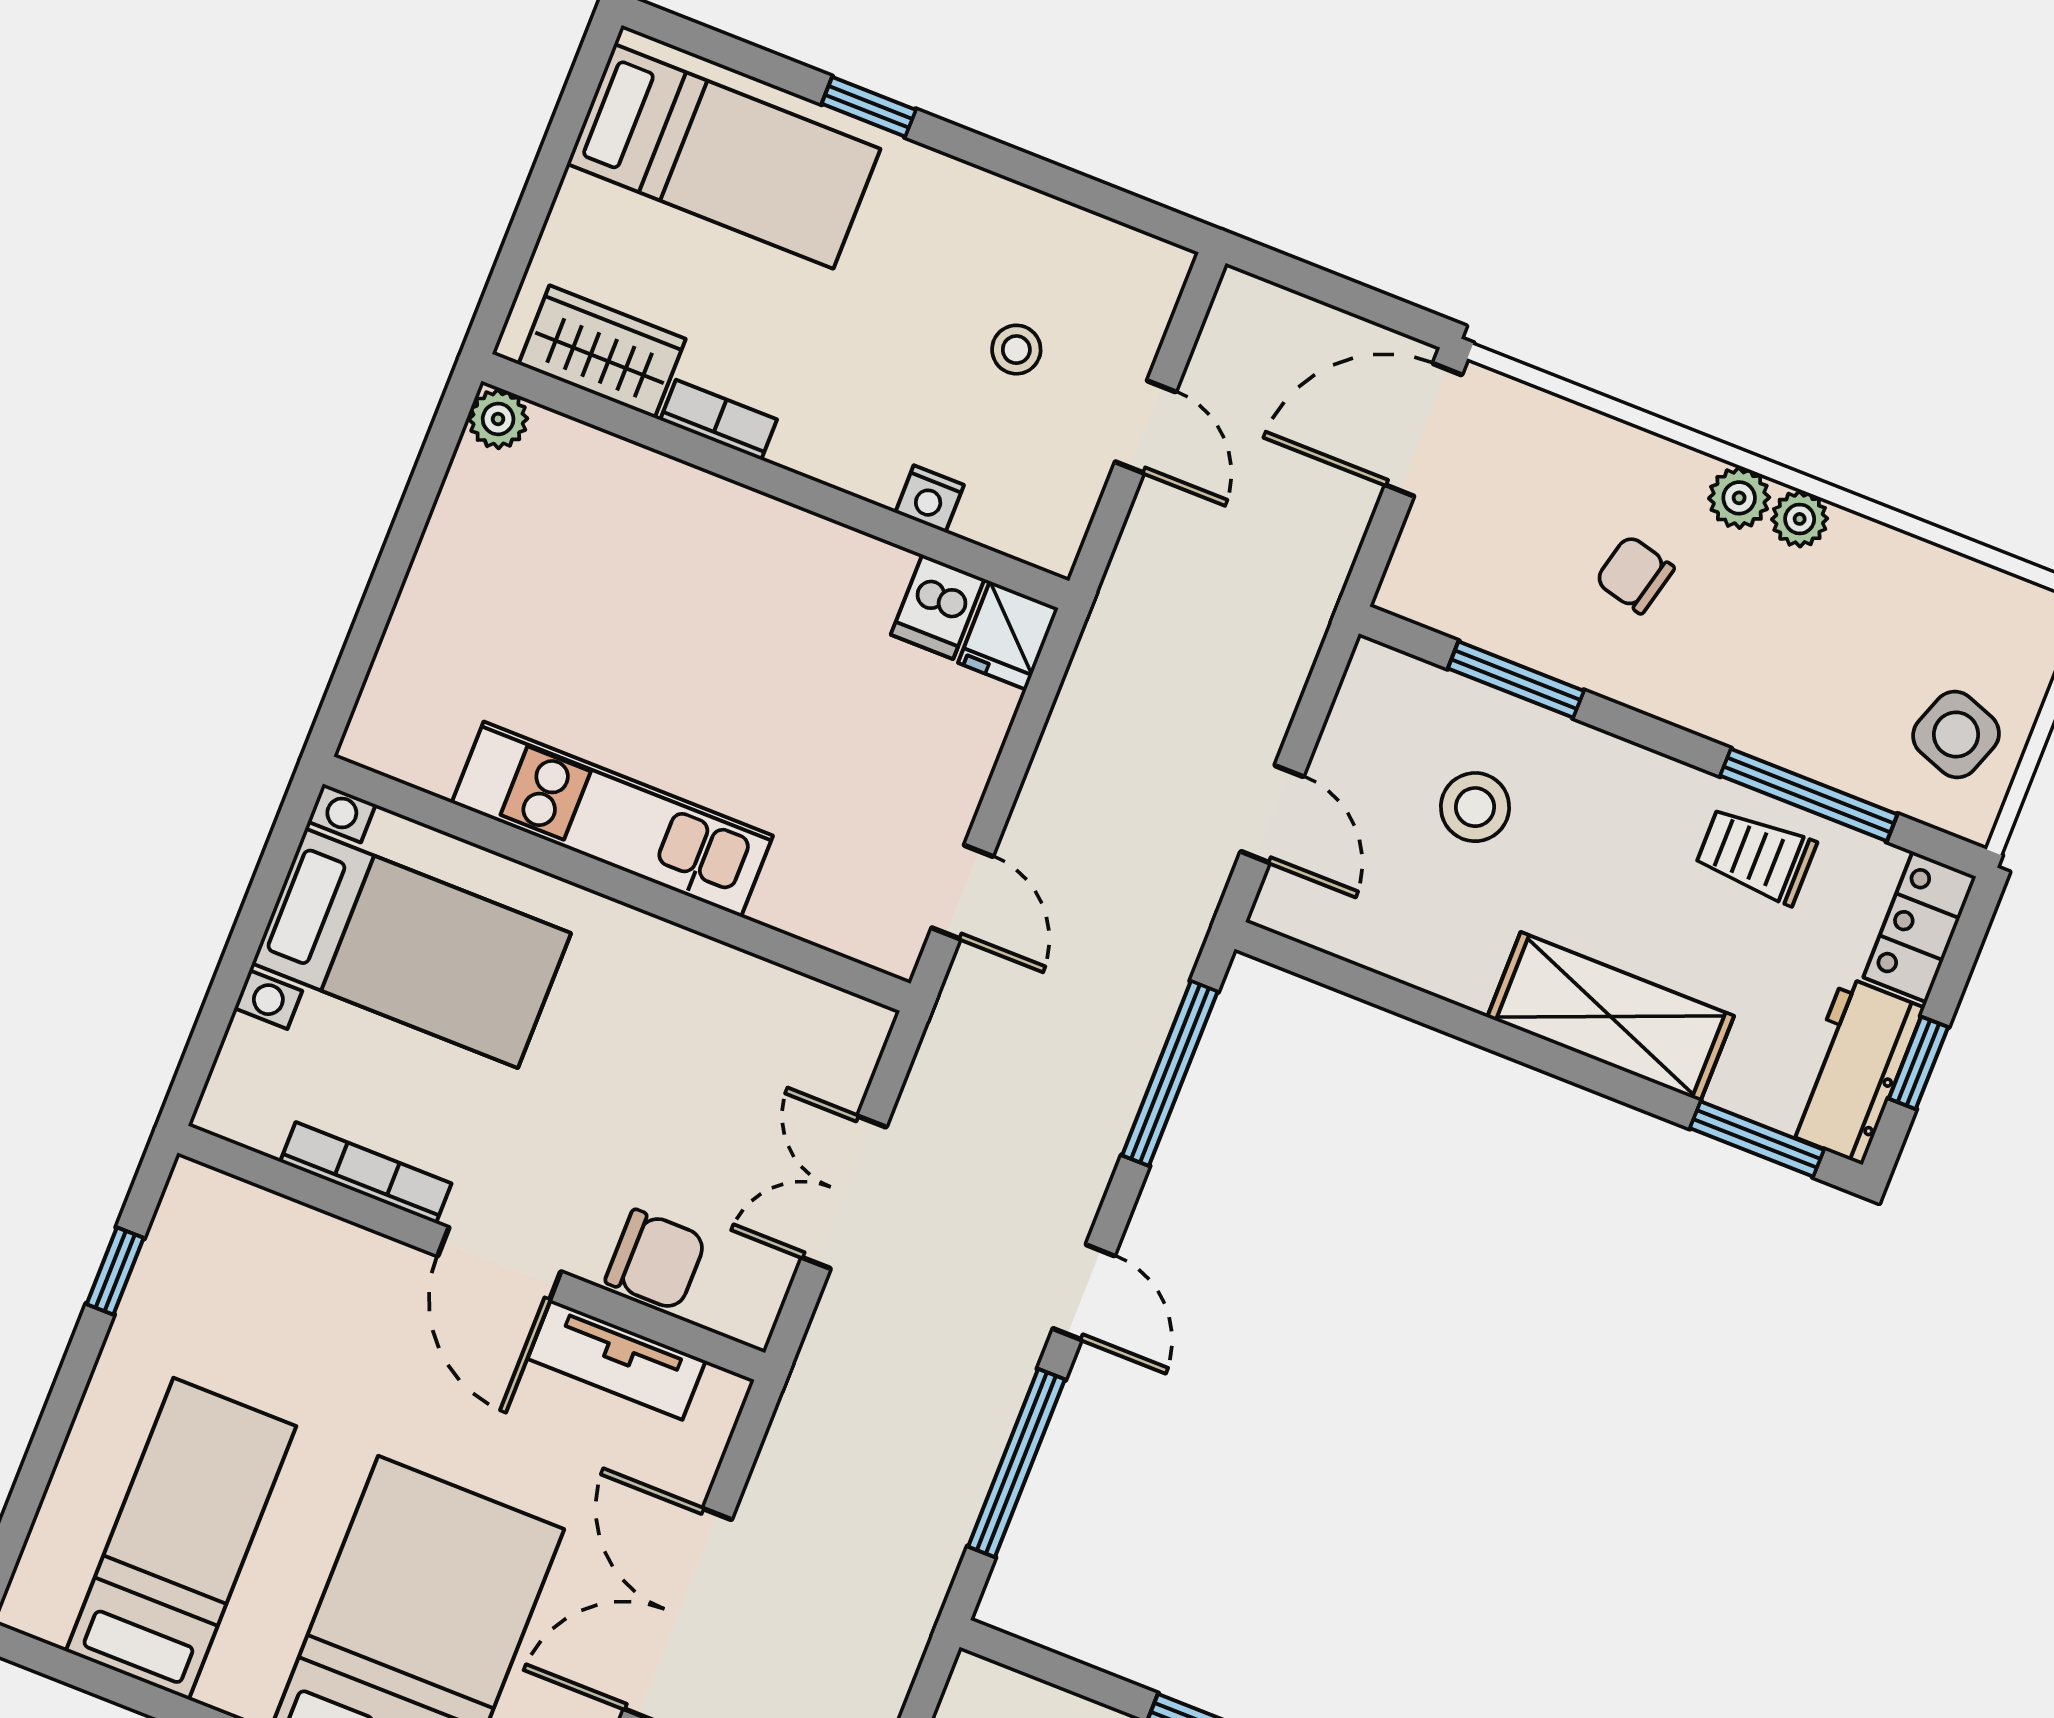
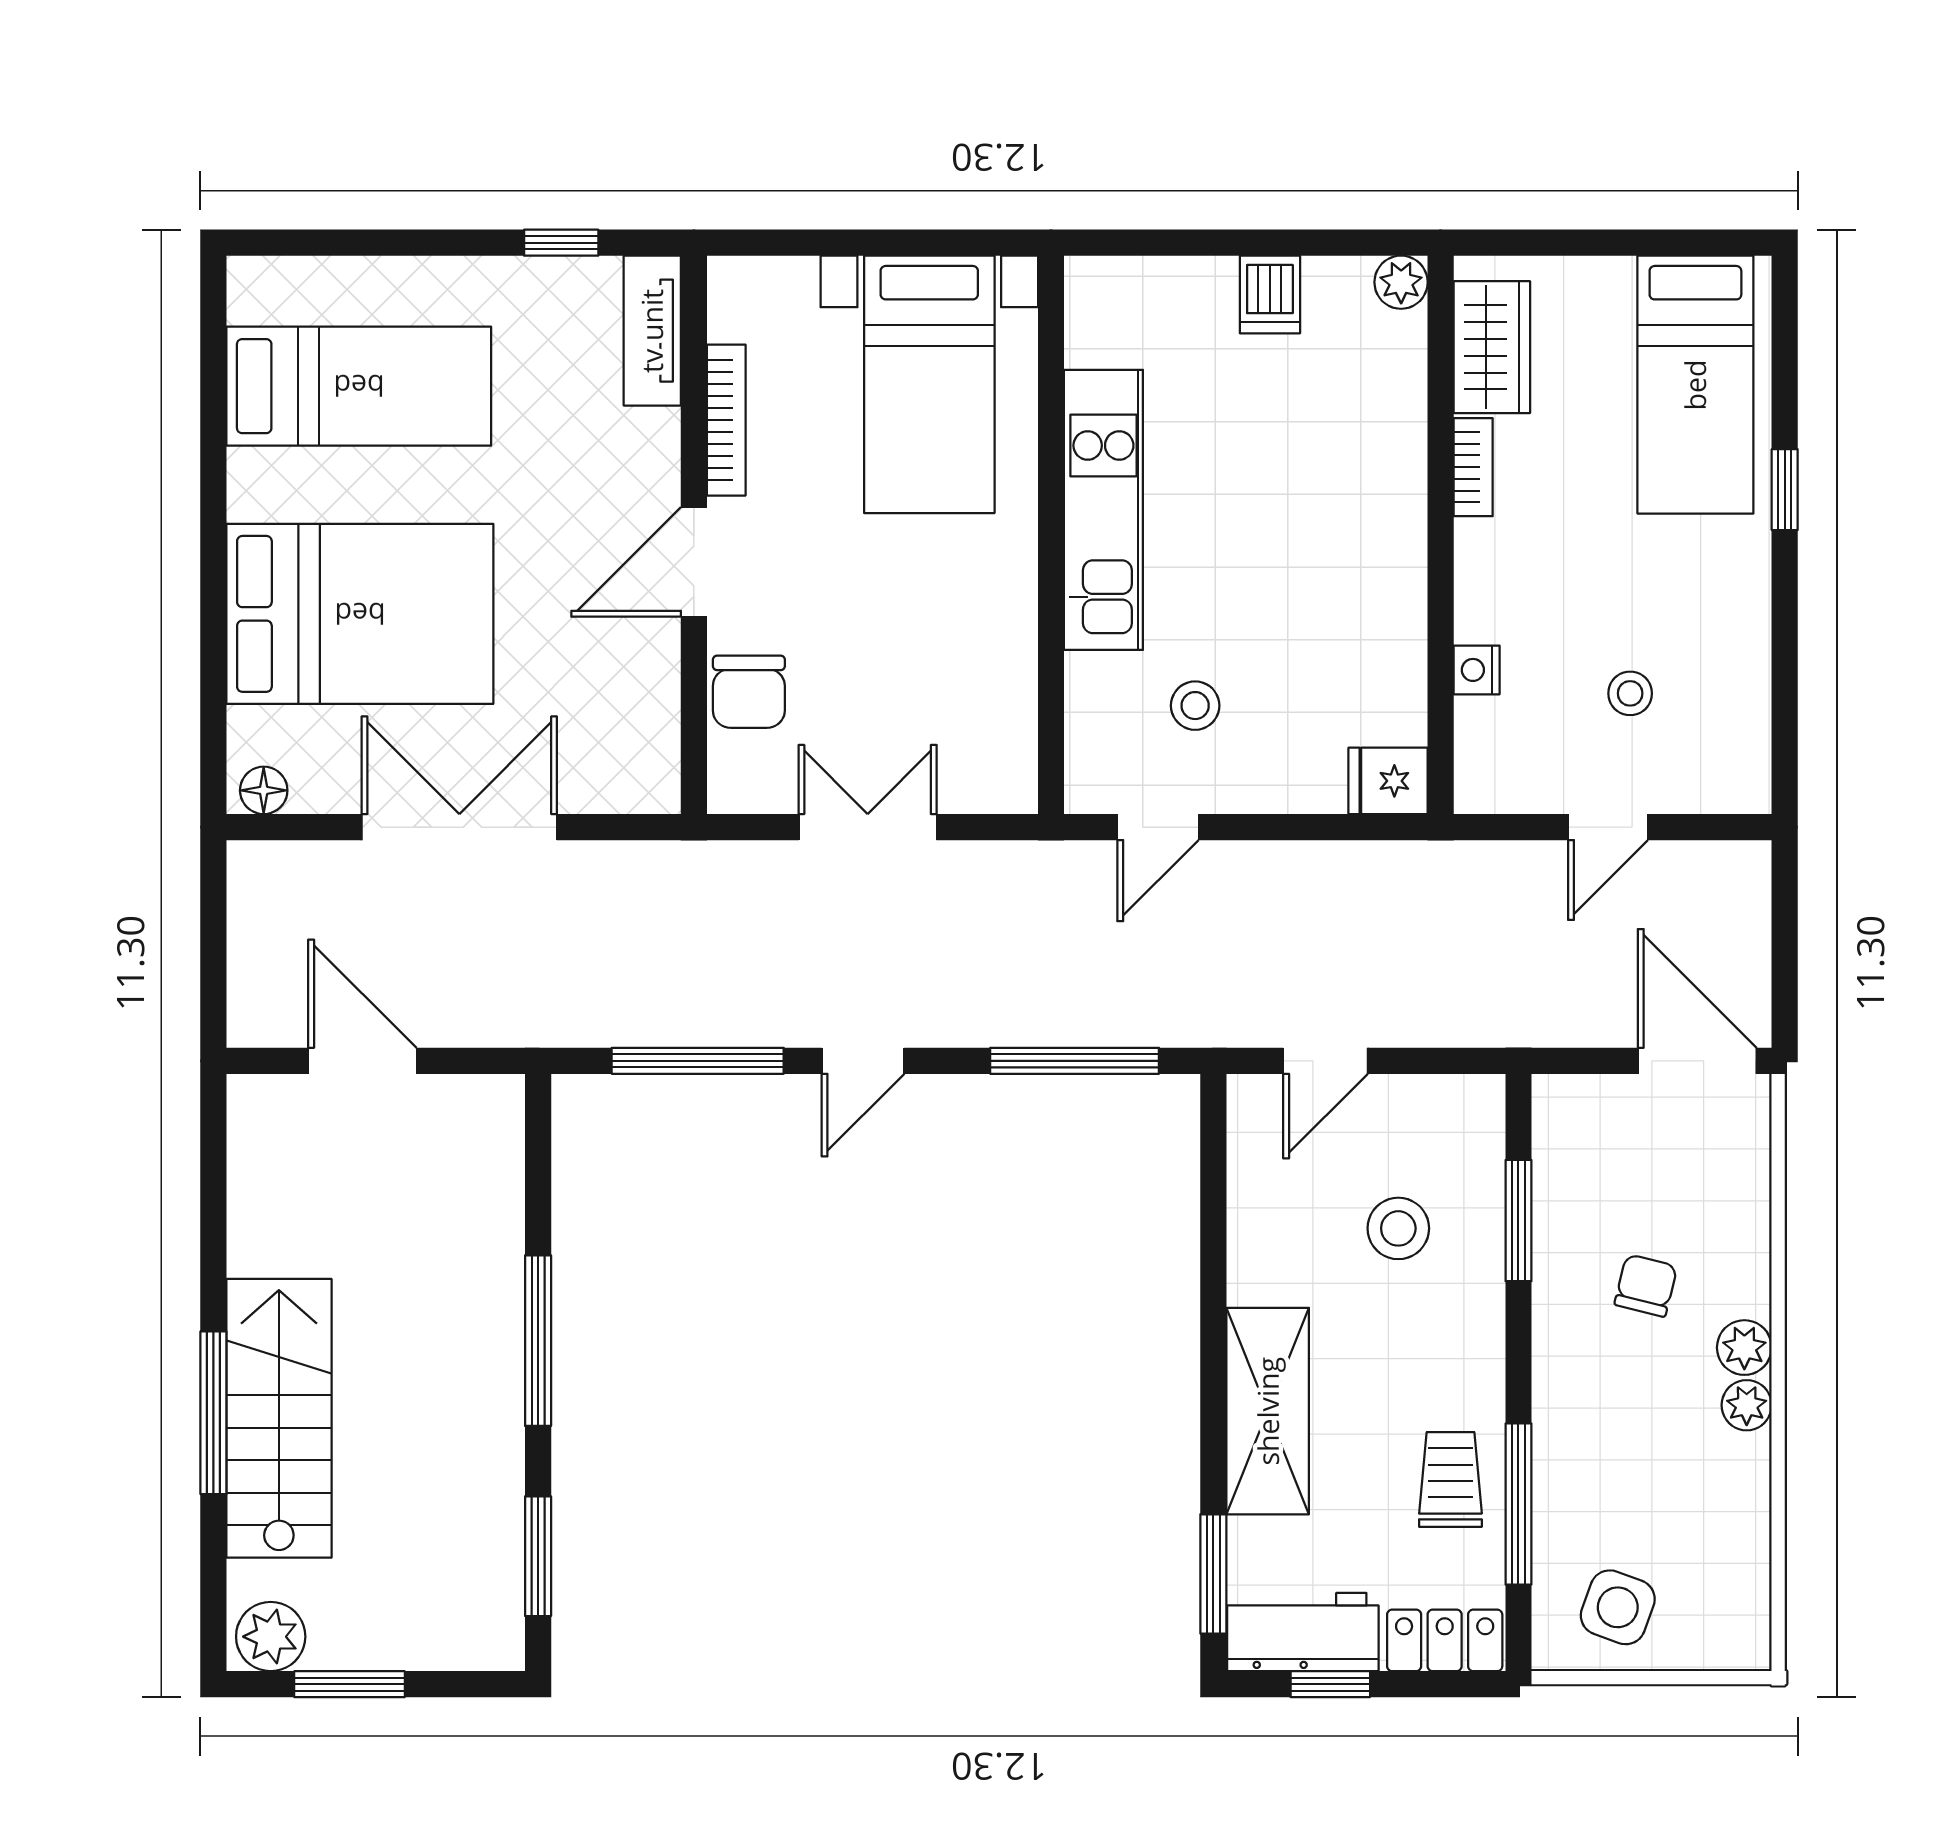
dishwasher: (938, 607) -> (1270, 294), moved, turned -90
stool: (852, 804) -> (1195, 706), added
tv unit: (617, 1360) -> (652, 331), moved

